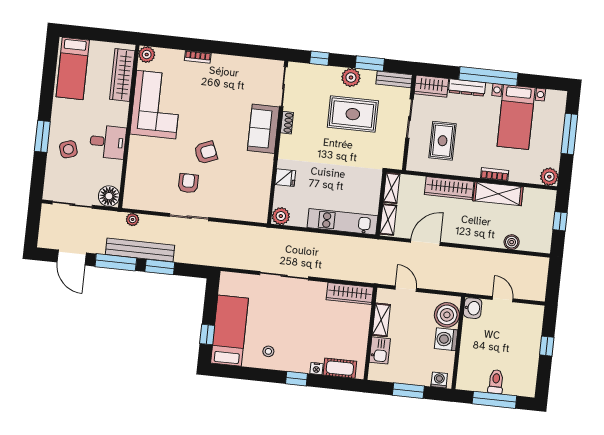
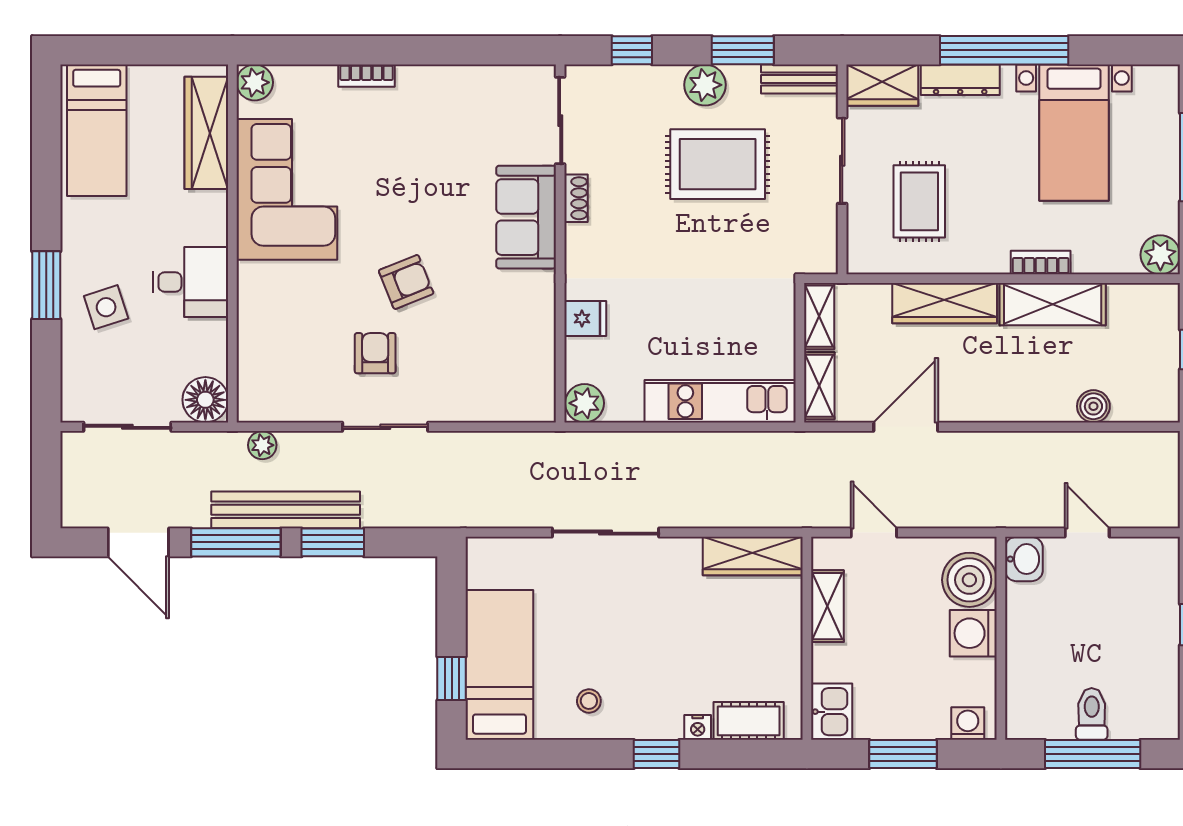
kitchen sink: (380, 350) -> (832, 712), moved

